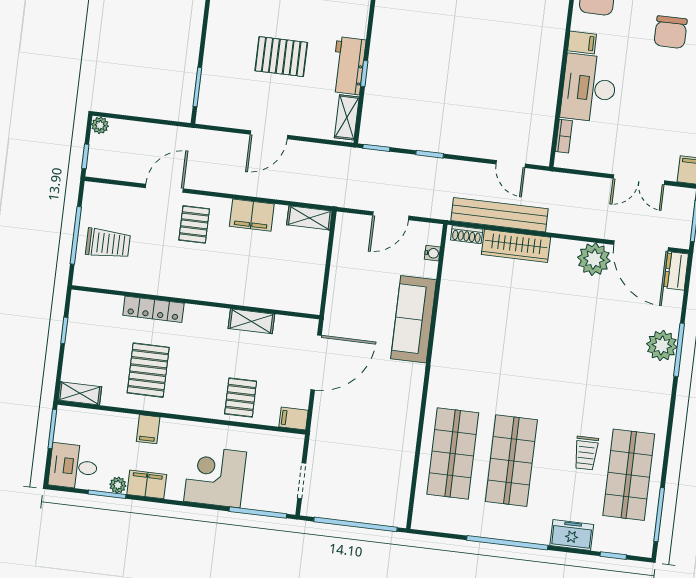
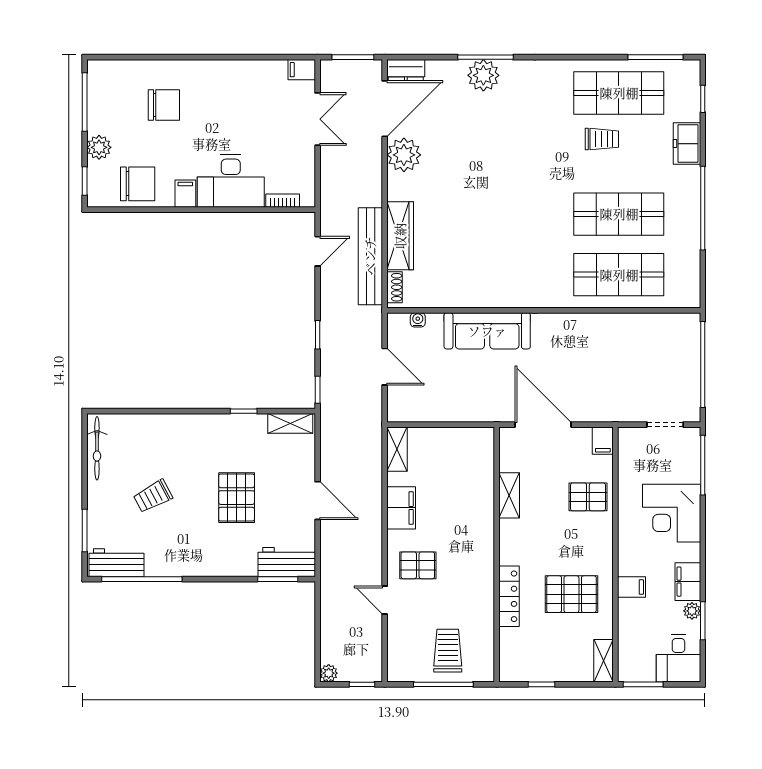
workbench: (348, 66) -> (287, 562), moved, turned 180
door: (164, 188) -> (385, 600), width x0.73

